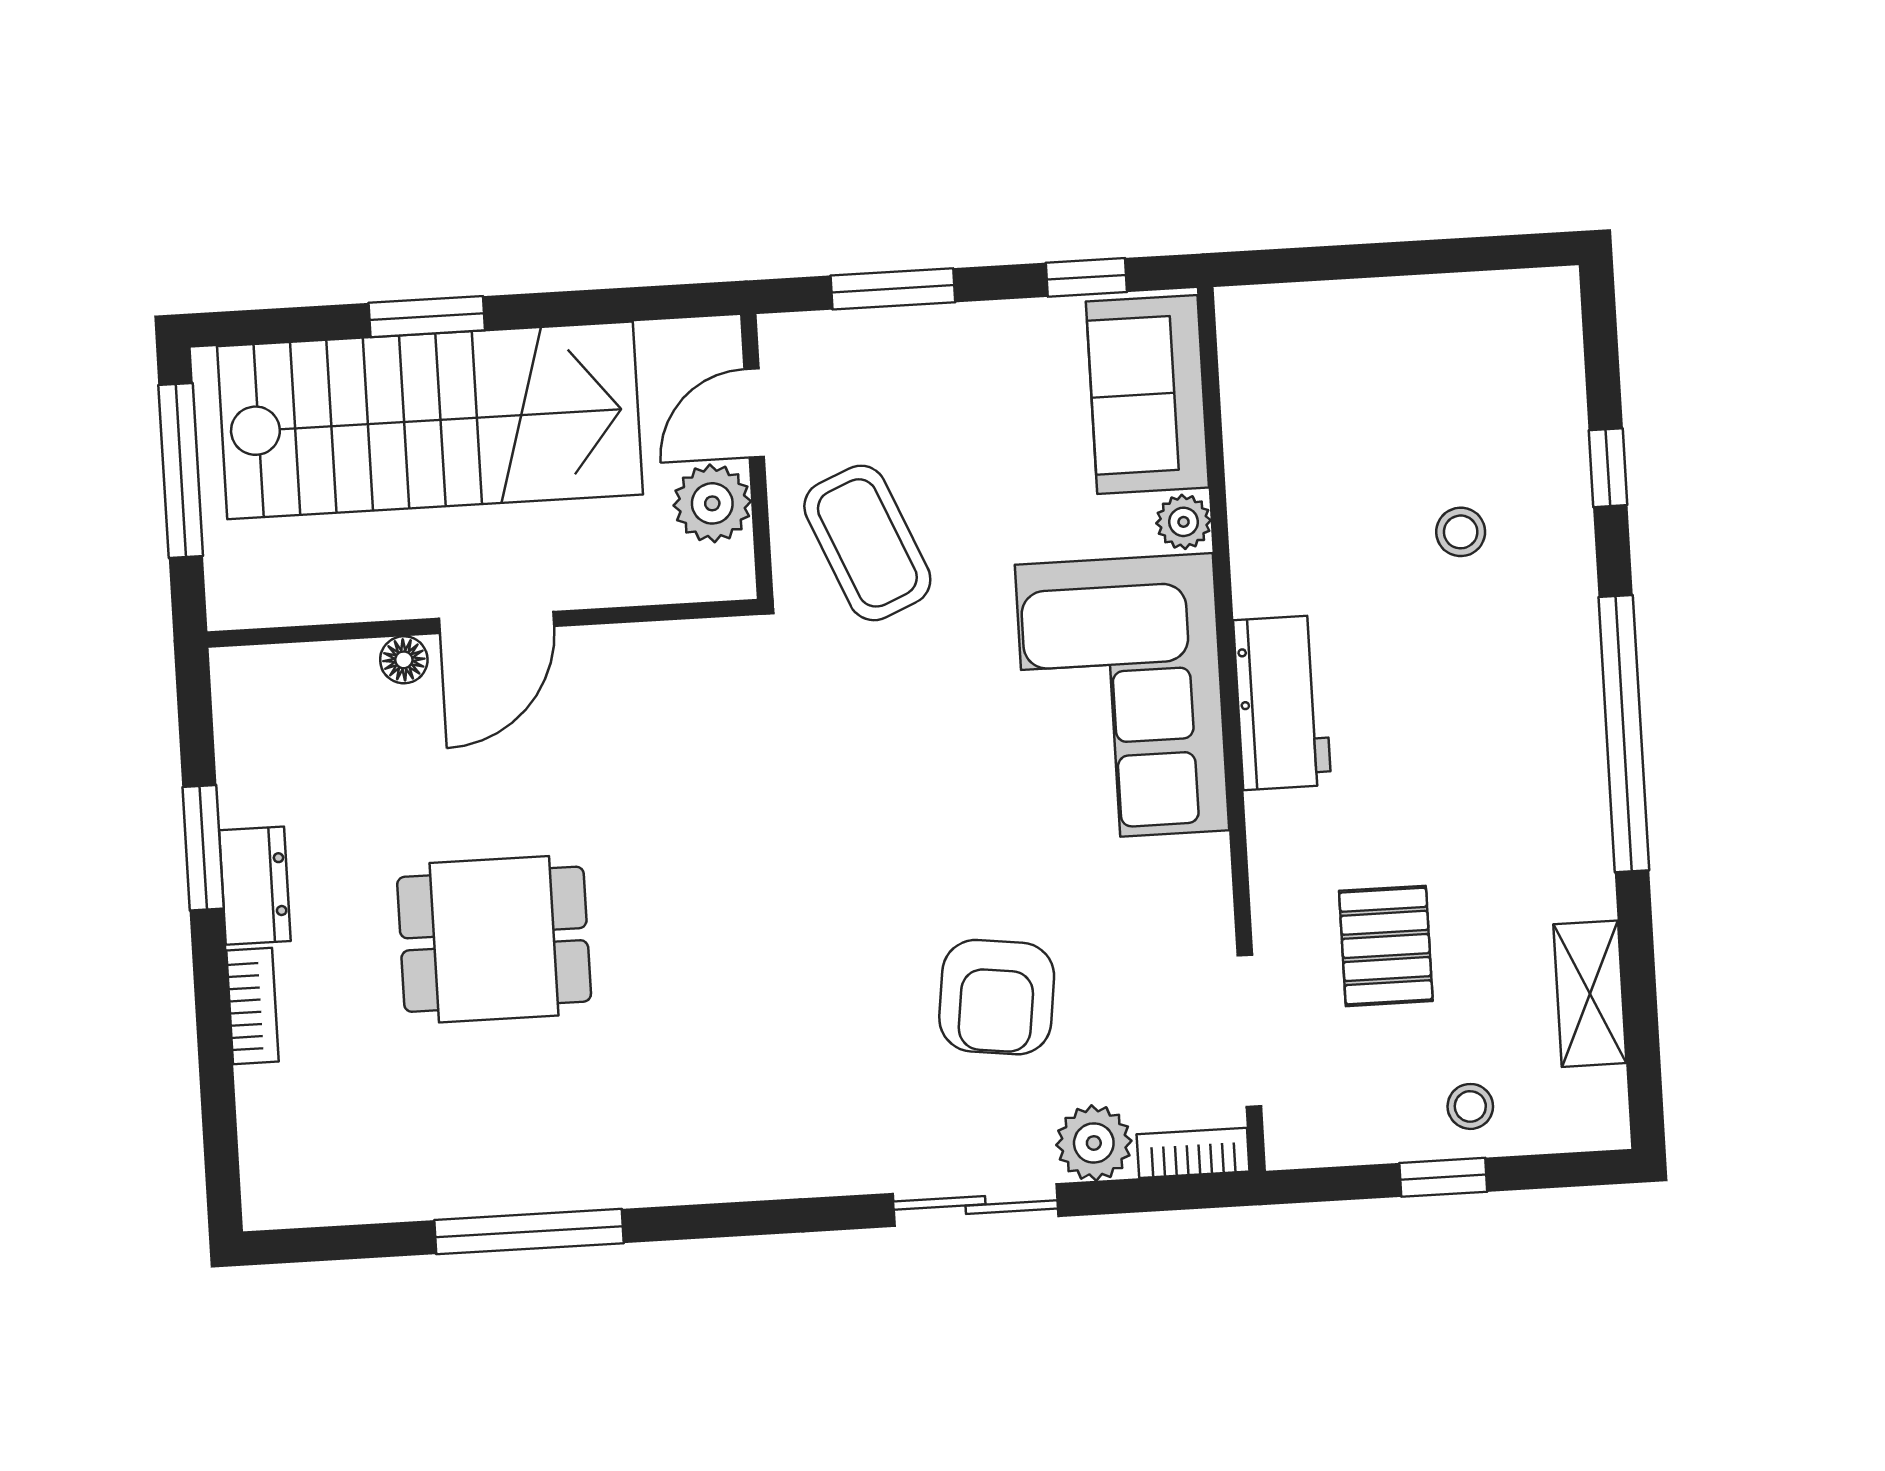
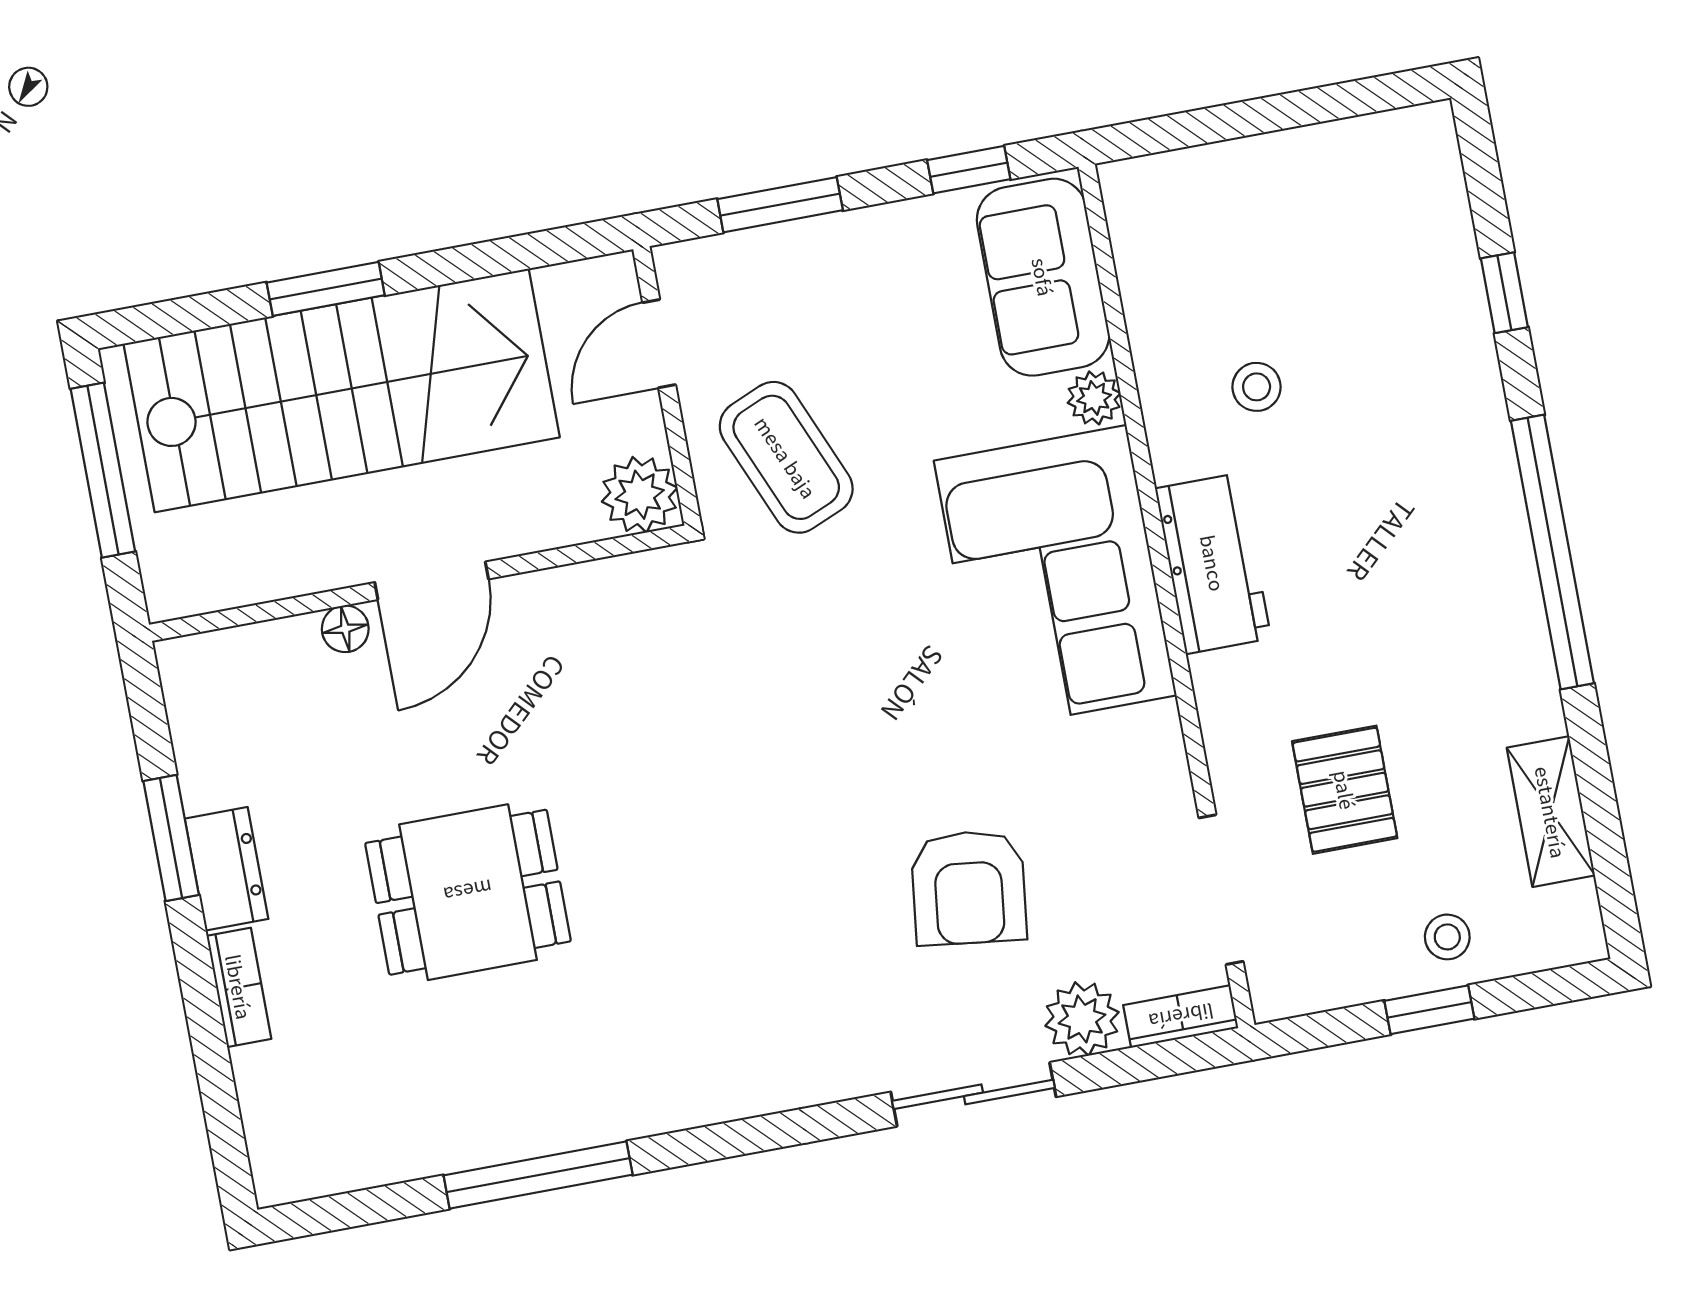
plant: (712, 503) -> (640, 495), moved
stool: (1461, 532) -> (1257, 387), moved

